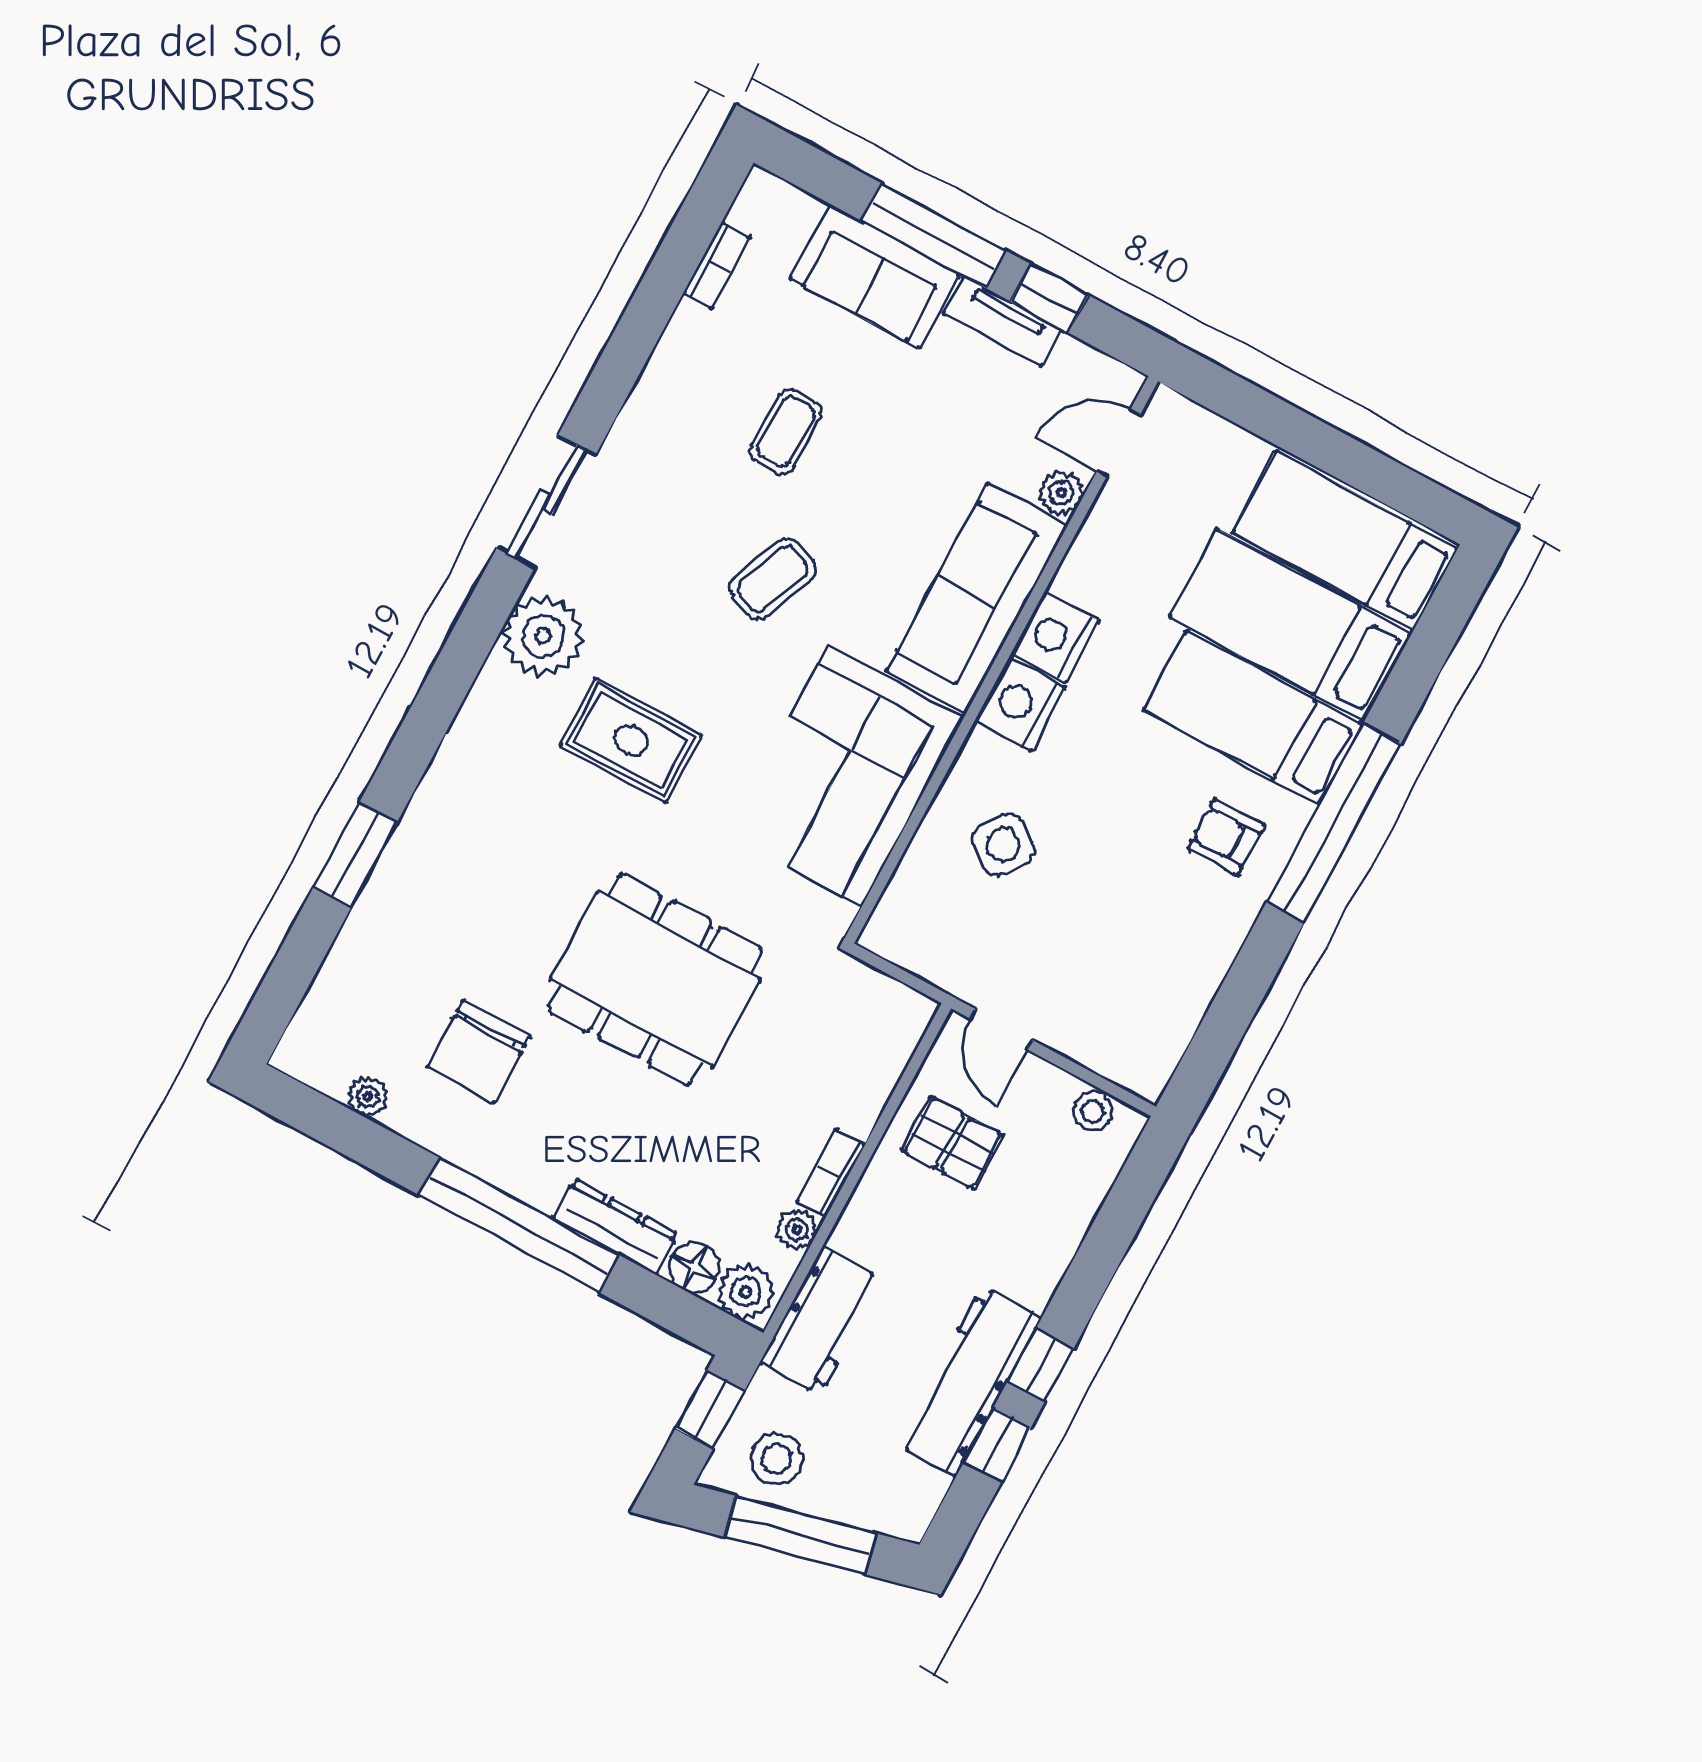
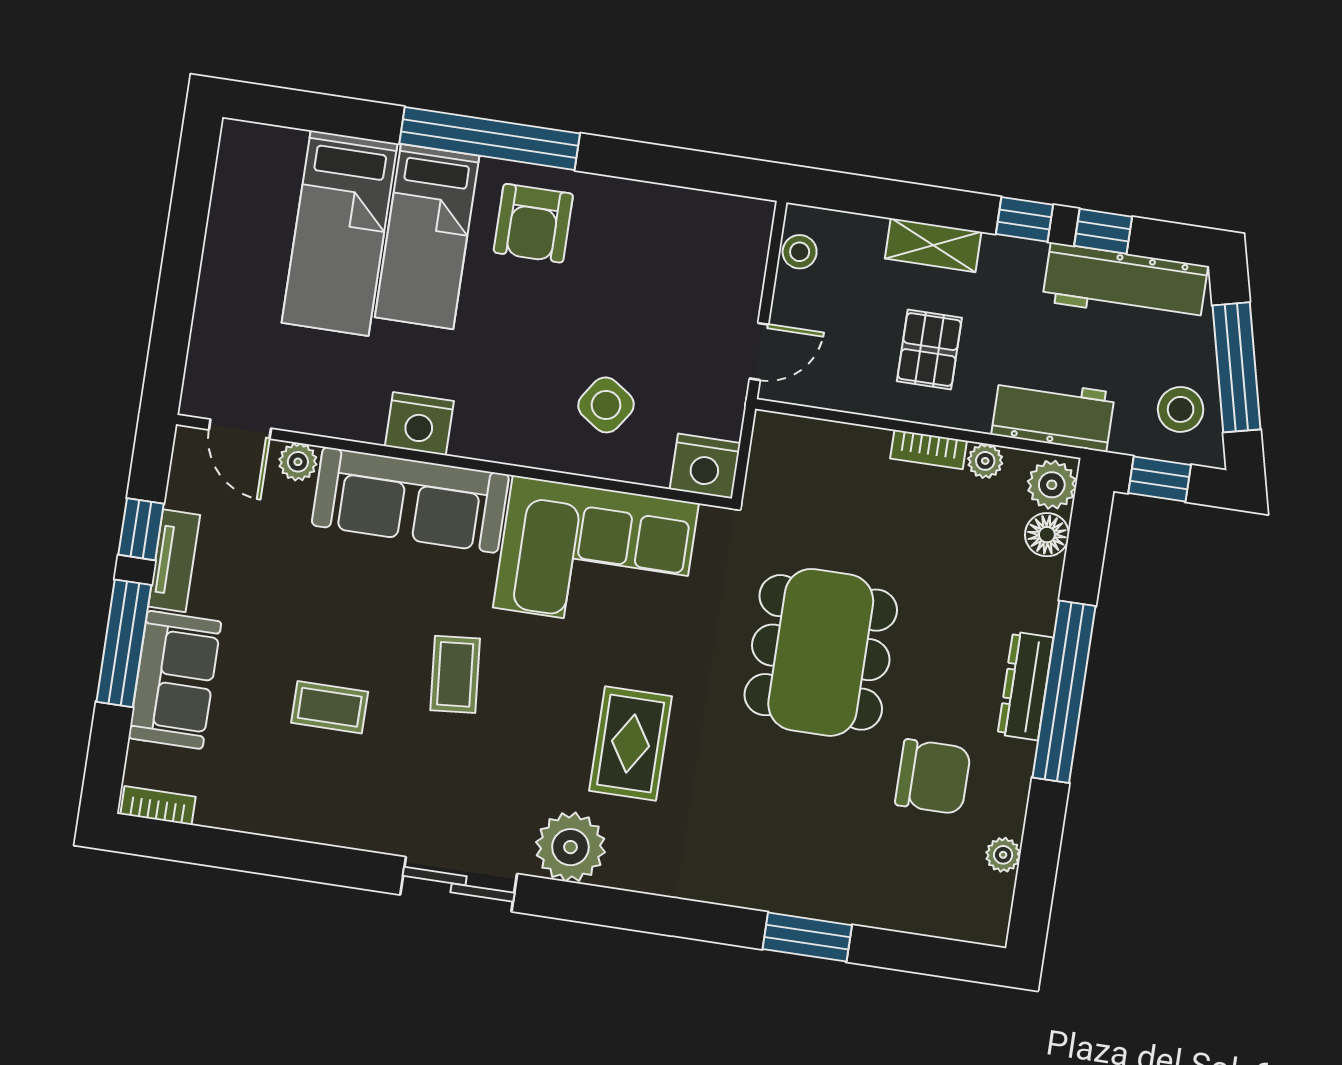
bookcase: (717, 265) -> (158, 806), moved
bed: (1345, 541) -> (253, 213), removed
coffee table: (773, 579) -> (455, 674), turned 63
nightstand: (1020, 704) -> (705, 466), moved
armchair: (1226, 837) -> (533, 223), width x1.38, depth x1.38
pallet: (953, 1143) -> (929, 350), moved
dresser: (615, 1227) -> (1025, 686), moved
shelving: (1048, 1257) -> (933, 245), added
workbench: (969, 1381) -> (1125, 284), moved

